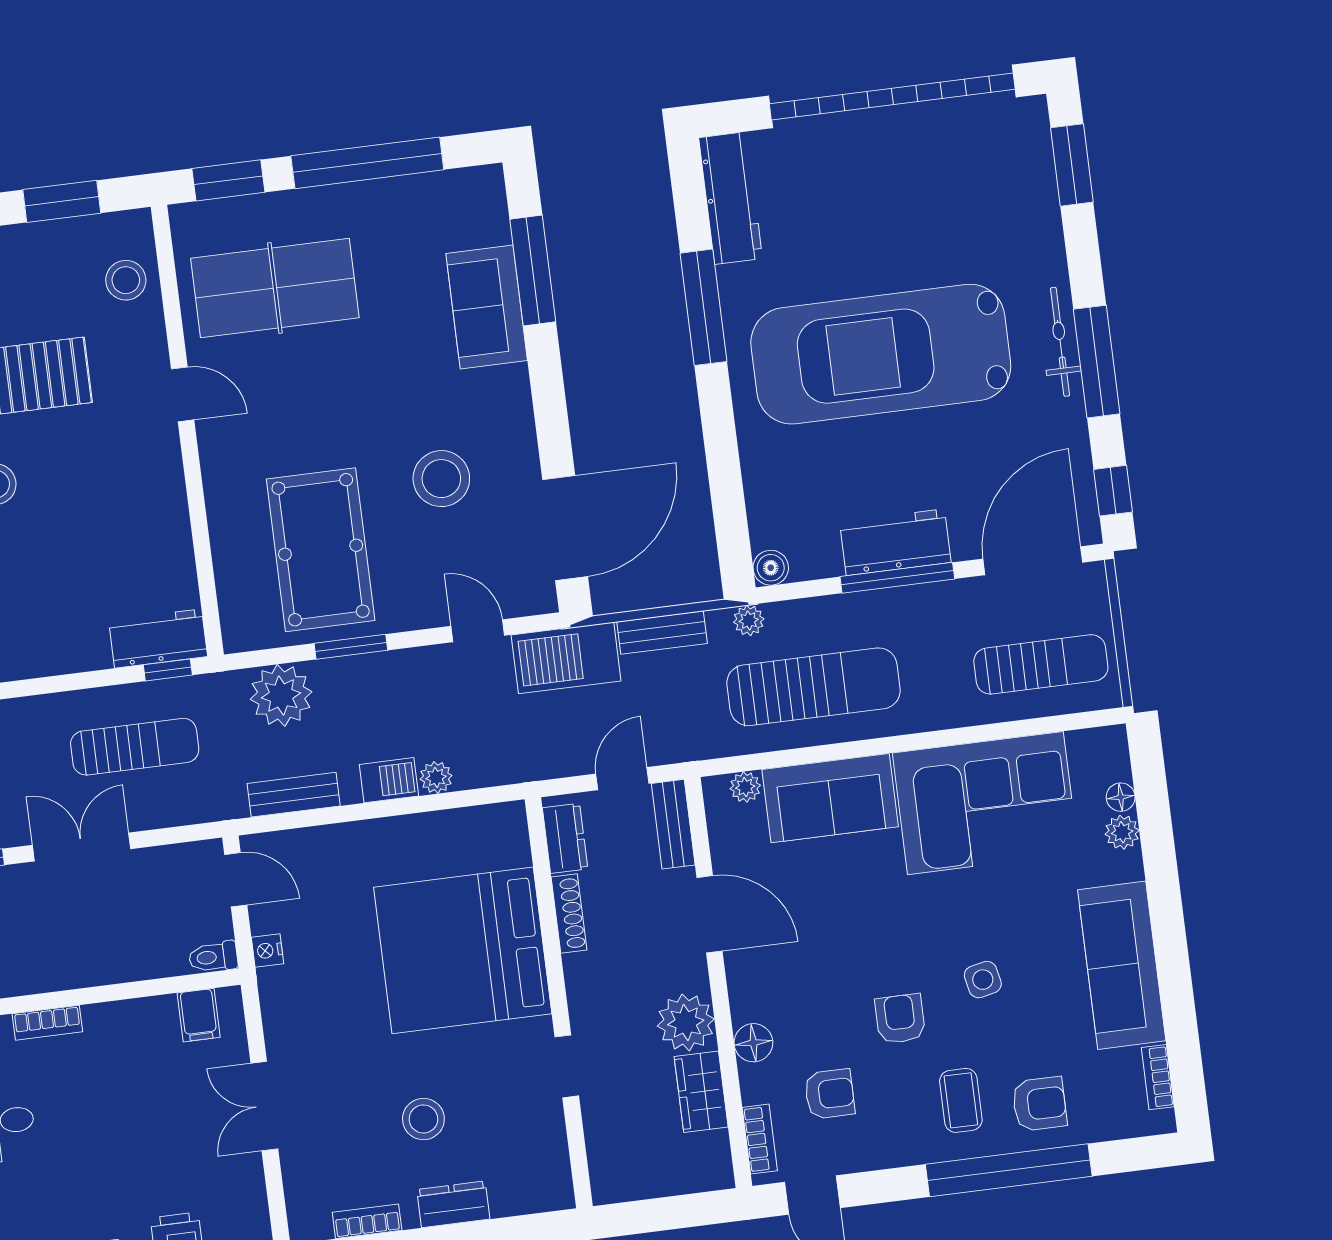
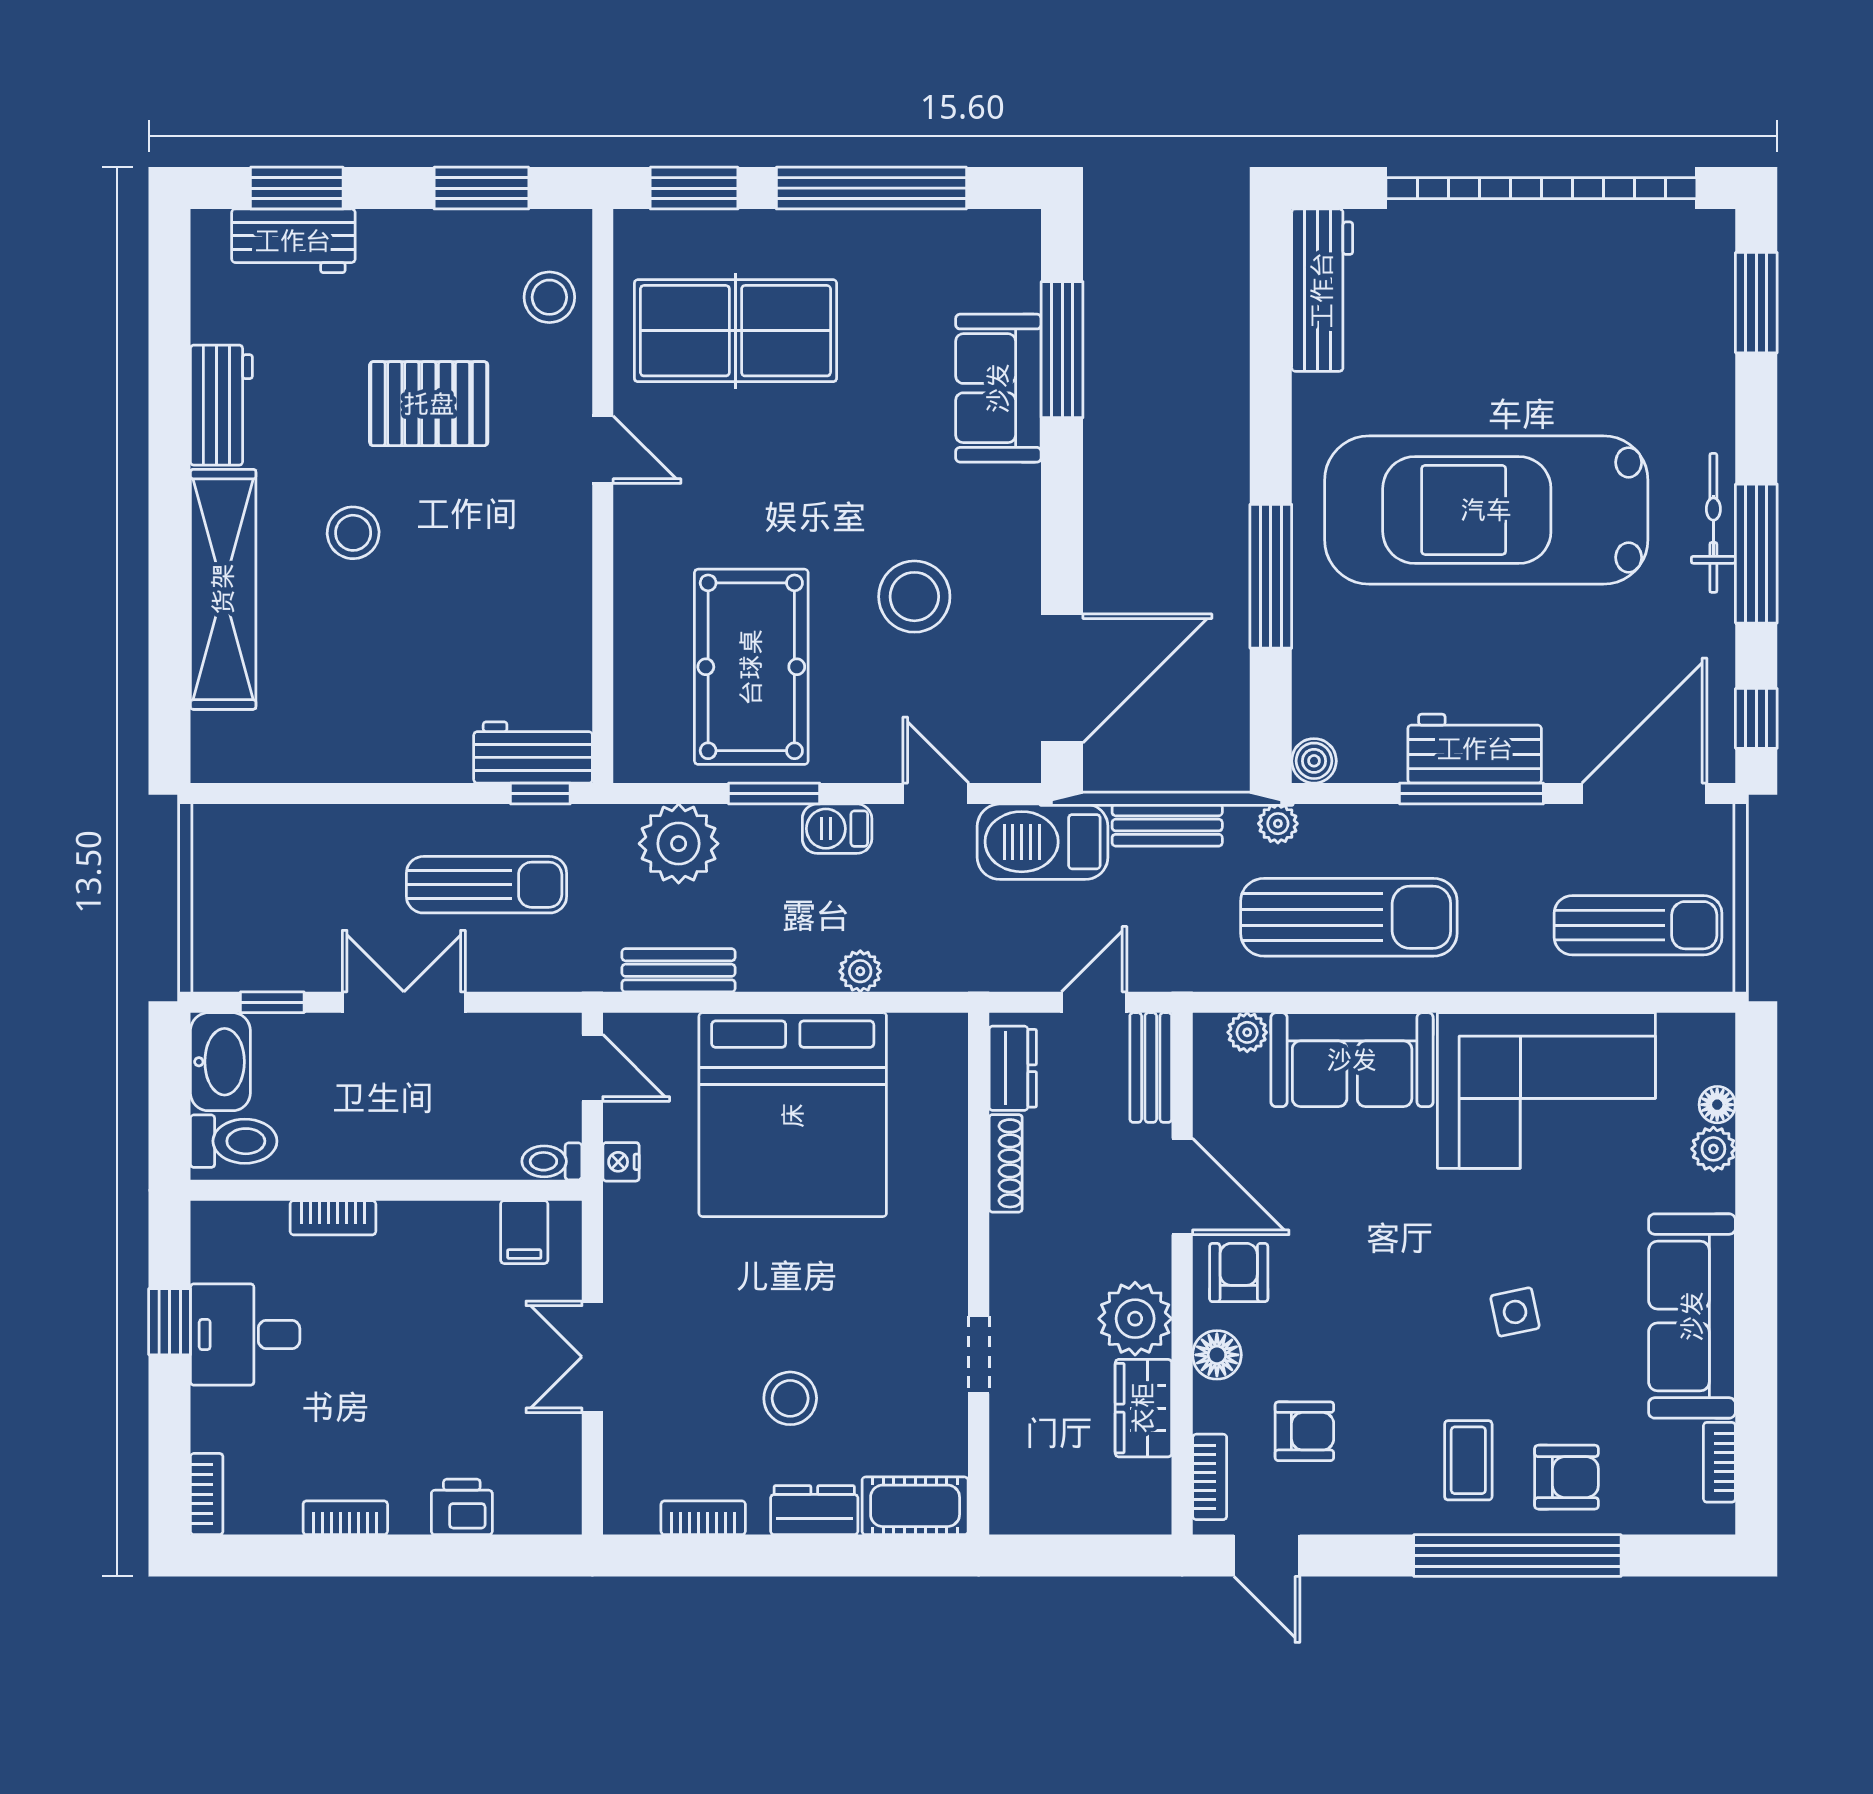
window: (703, 307) -> (1271, 576), moved
barbecue: (389, 780) -> (837, 829), moved, turned 180
bed: (463, 950) -> (793, 1115), moved, turned -90
armchair: (900, 1019) -> (1239, 1273), moved
cot: (532, 1191) -> (915, 1506), added

